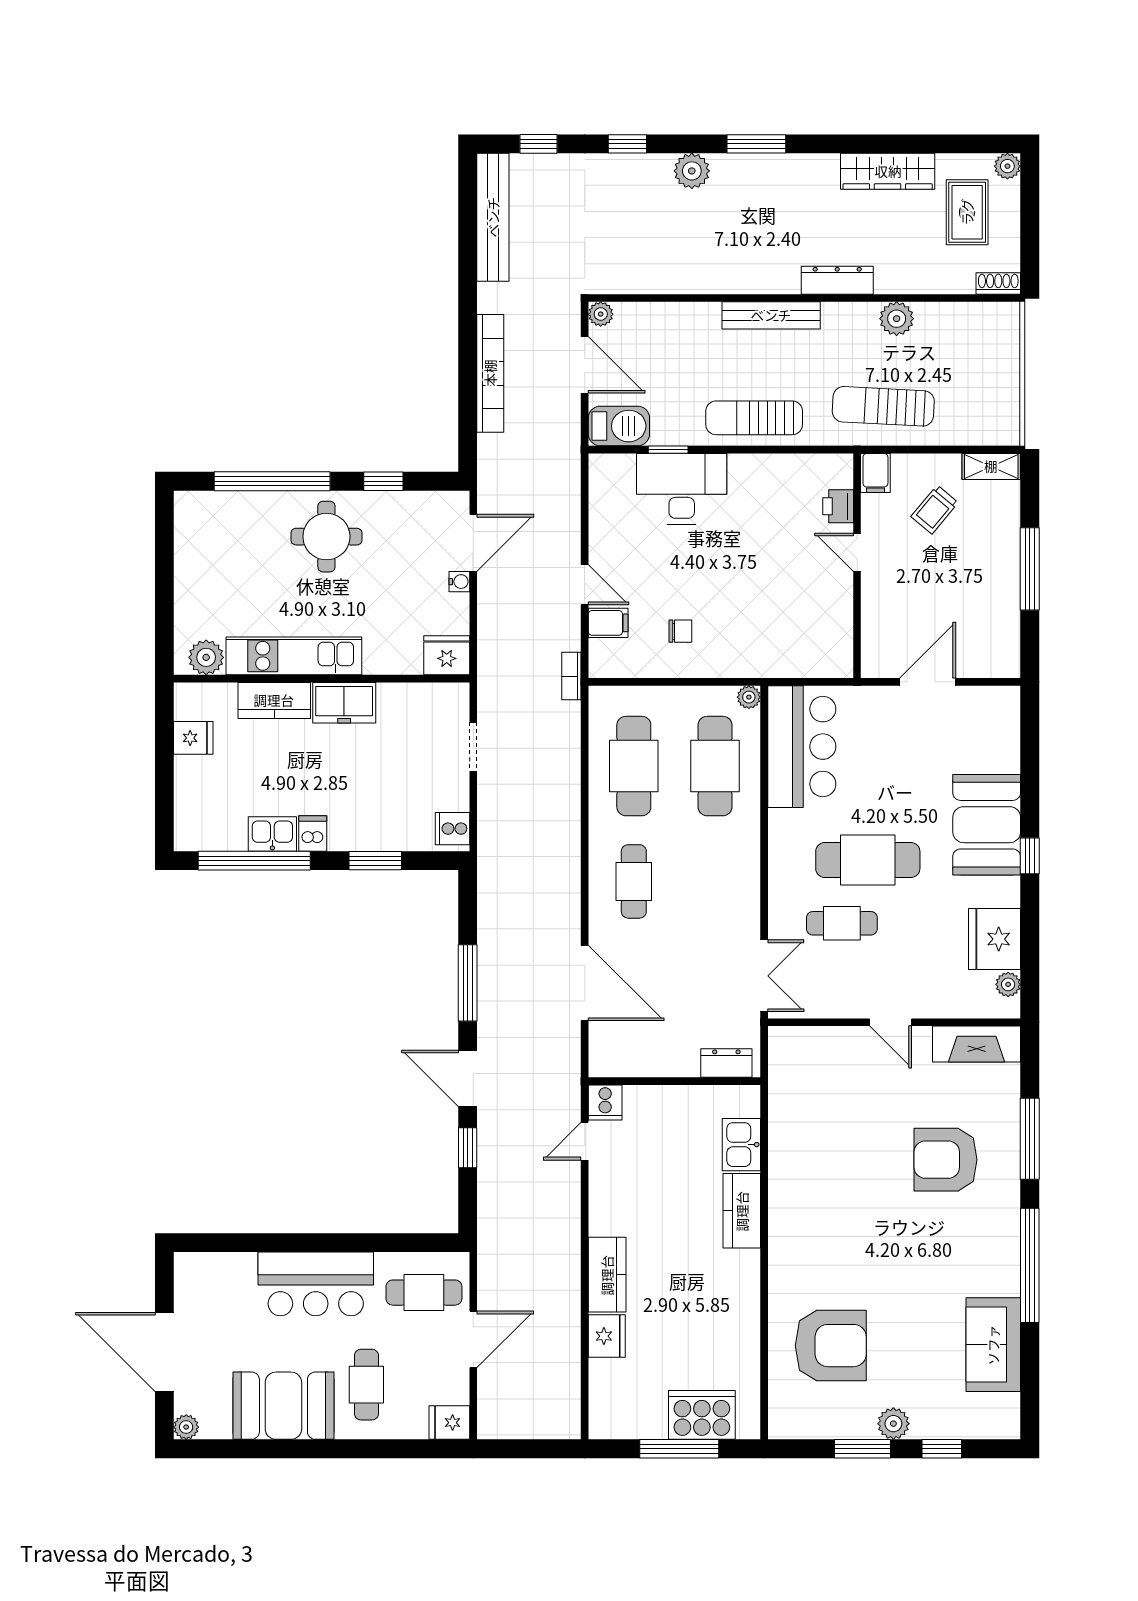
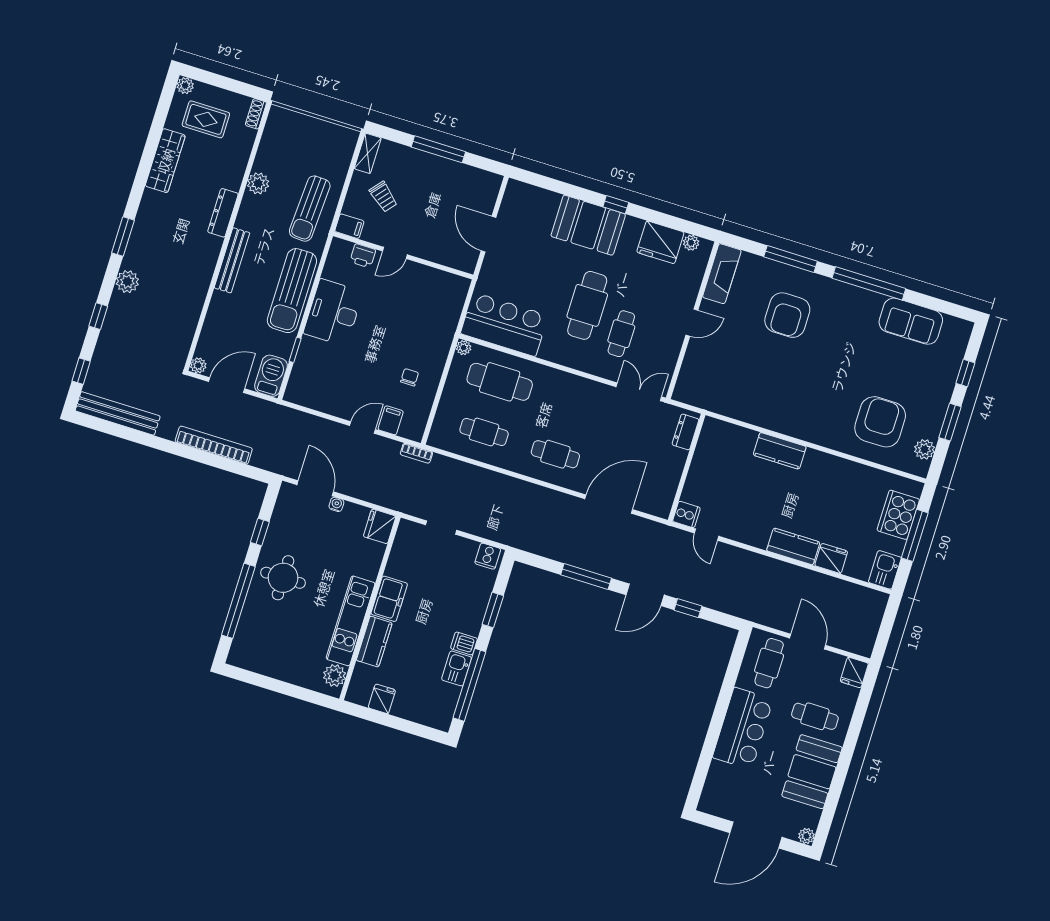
sun lounger: (754, 418) -> (292, 291), width x1.36, depth x1.34
desk: (682, 489) -> (333, 312), moved
cafe table: (634, 766) -> (484, 432), width x0.73, depth x0.74
kitchen sink: (741, 1145) -> (885, 570), moved, turned 90
plant: (893, 1424) -> (925, 449), moved

